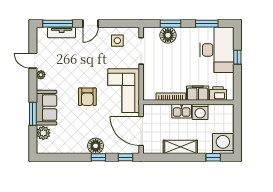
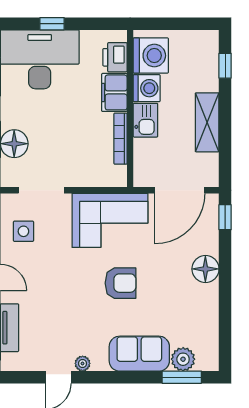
window: (33, 114) -> (182, 377), moved
washing machine: (223, 144) -> (151, 56), moved, turned 180
window: (98, 157) -> (225, 264), removed

